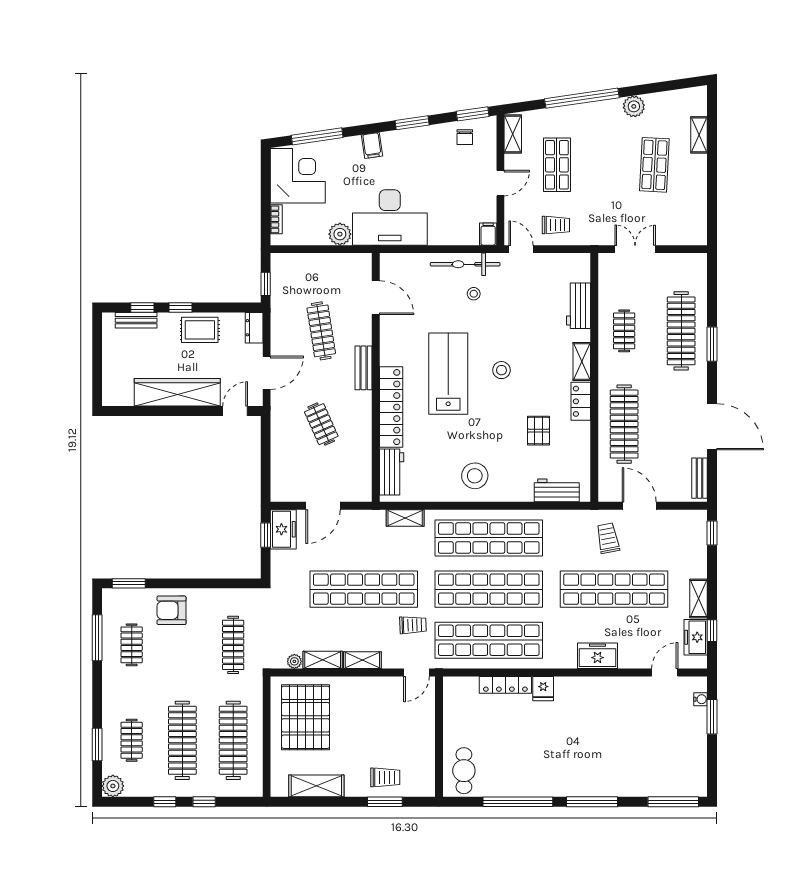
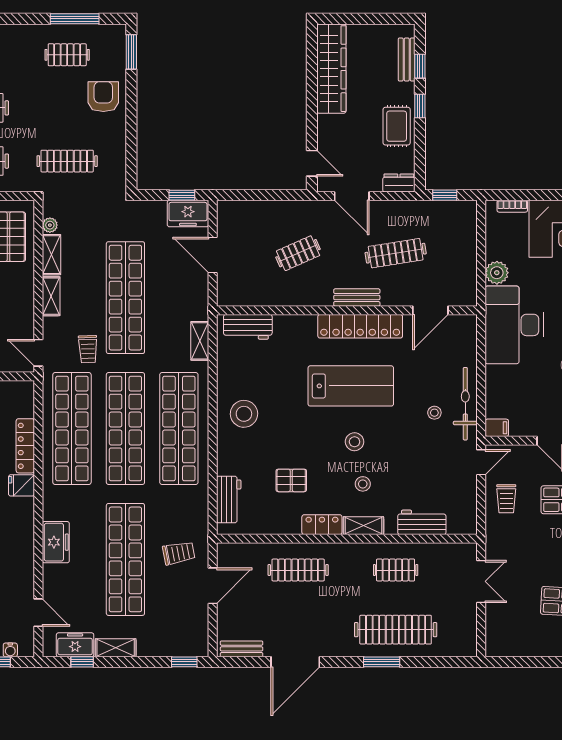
stool: (542, 362) -> (363, 484), added
wardrobe: (177, 392) -> (331, 69), moved
locker: (391, 407) -> (360, 326), moved
clothes rail: (624, 424) -> (298, 570), width x0.73, depth x0.76

